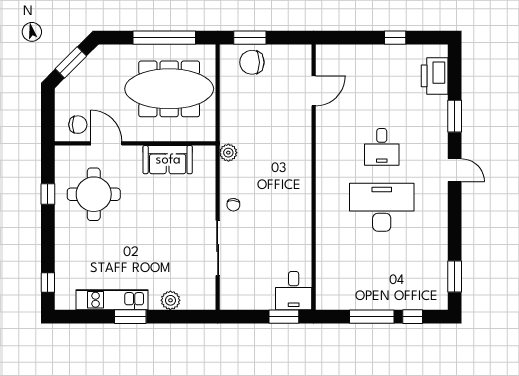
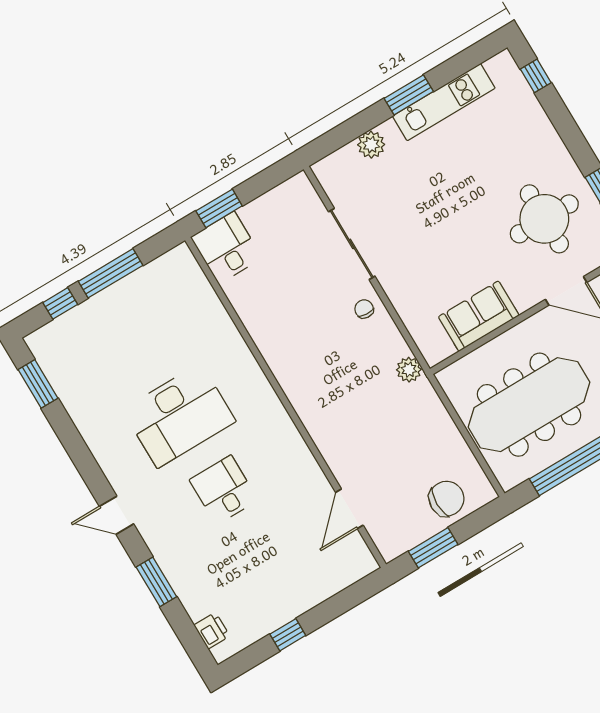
window: (250, 38) -> (433, 548), moved
printer: (435, 76) -> (212, 631), width x0.53, depth x0.68

